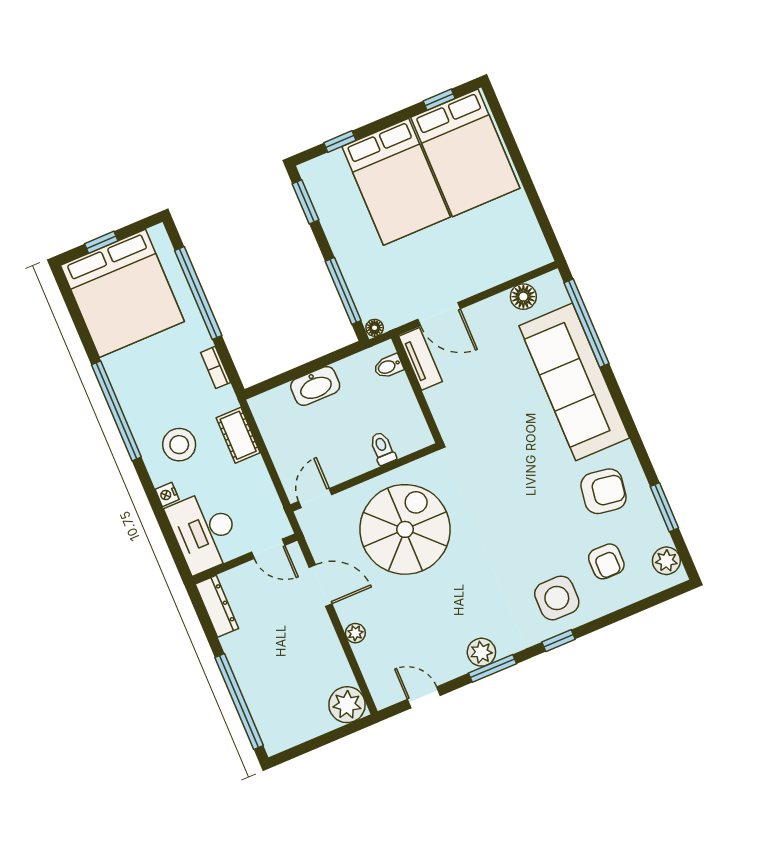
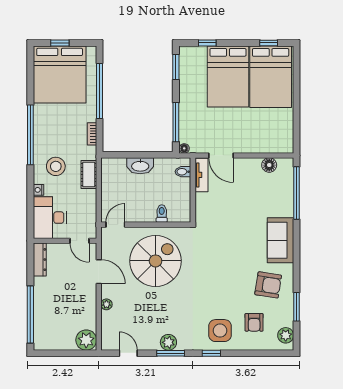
sofa: (574, 382) -> (281, 240), width x0.54, depth x0.79

